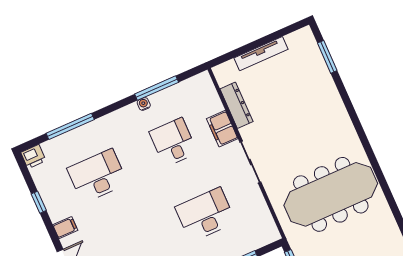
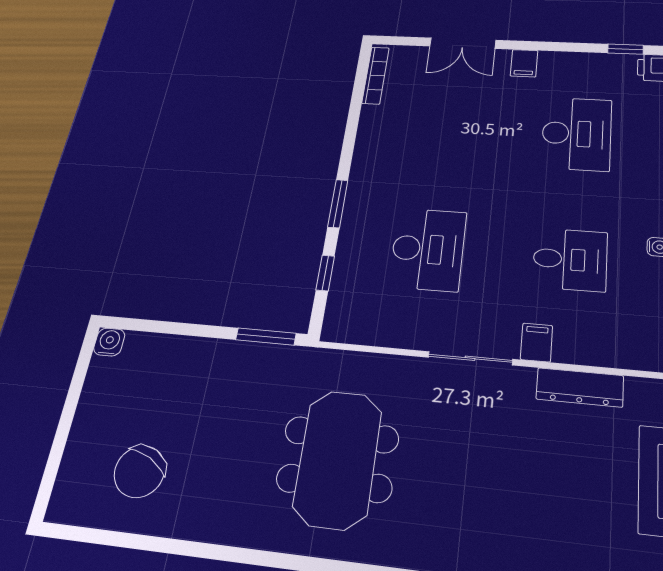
filing cabinet: (222, 129) -> (537, 342), width x0.50
meeting table: (331, 194) -> (338, 459), width x0.73
window: (39, 202) -> (625, 49), moved

